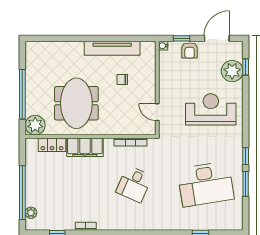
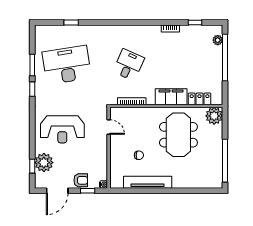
armchair: (190, 50) -> (81, 180), turned 90
window: (22, 94) -> (225, 161), moved

